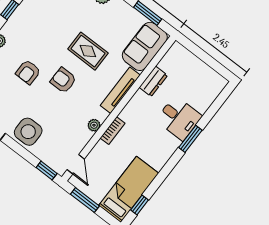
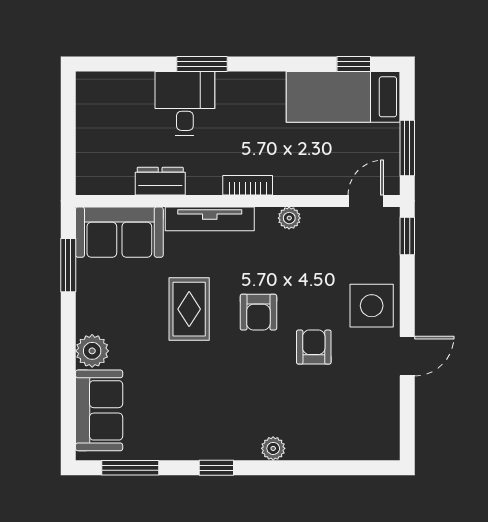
armchair: (28, 72) -> (314, 347), moved, turned -90
bookcase: (113, 131) -> (248, 185), moved

